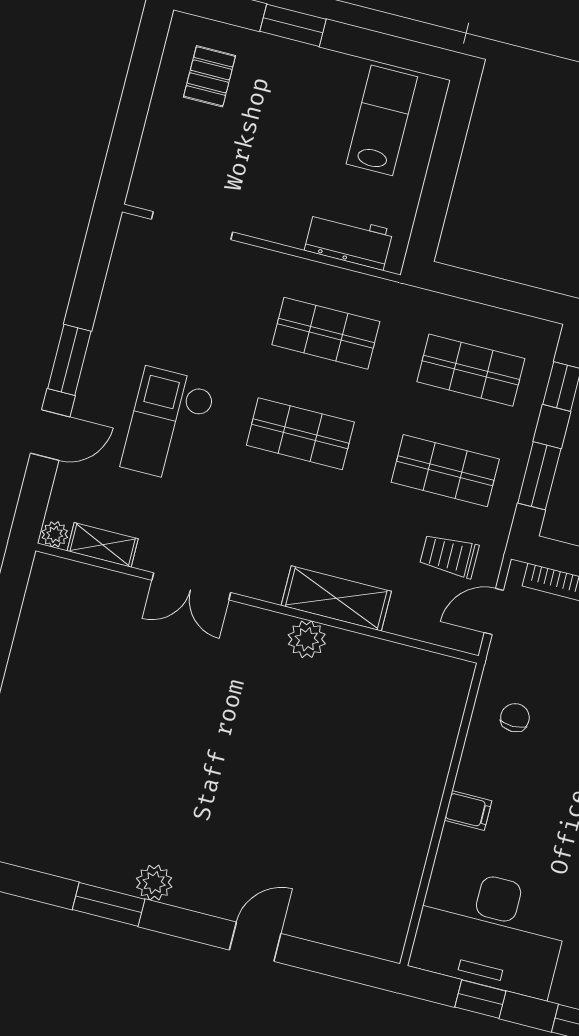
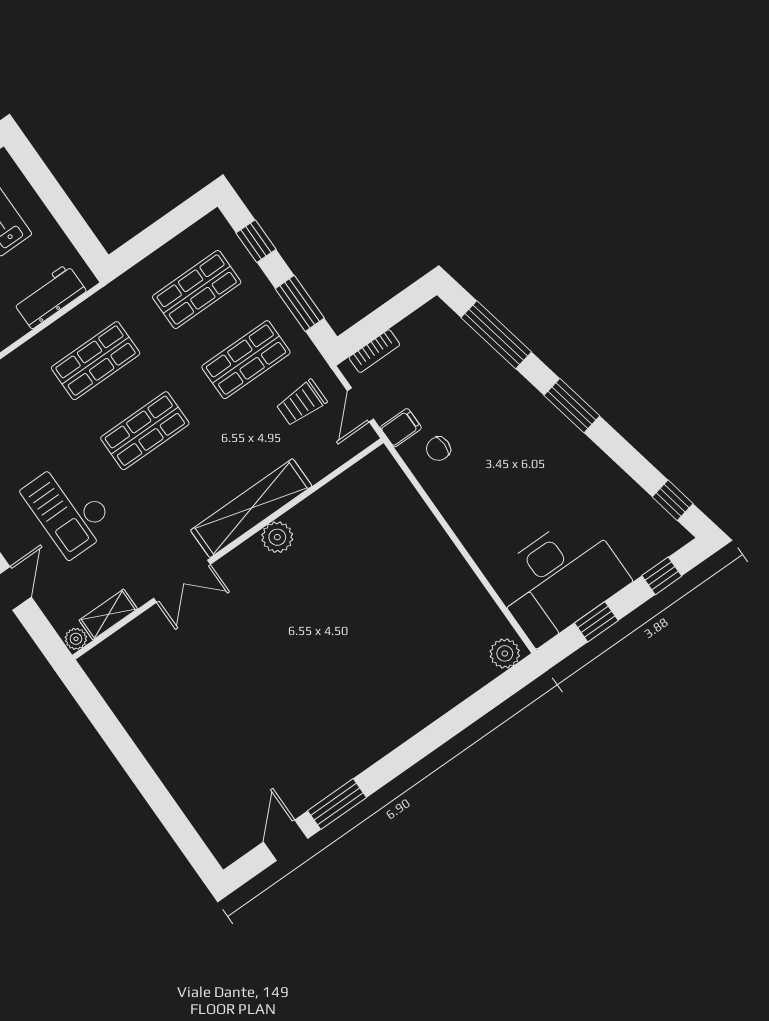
shelving: (336, 598) -> (251, 508), width x1.47
chair: (515, 718) -> (438, 449), turned -90
filing cabinet: (468, 811) -> (401, 428), moved
plant: (154, 883) -> (505, 653), moved
door: (255, 942) -> (286, 840), moved

